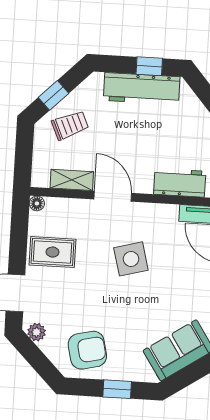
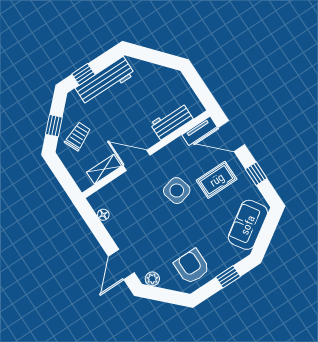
window: (149, 66) -> (83, 74), moved
floor lamp: (37, 203) -> (103, 215), moved
rug: (53, 252) -> (217, 180), moved
armchair: (87, 350) -> (192, 267), turned -77

